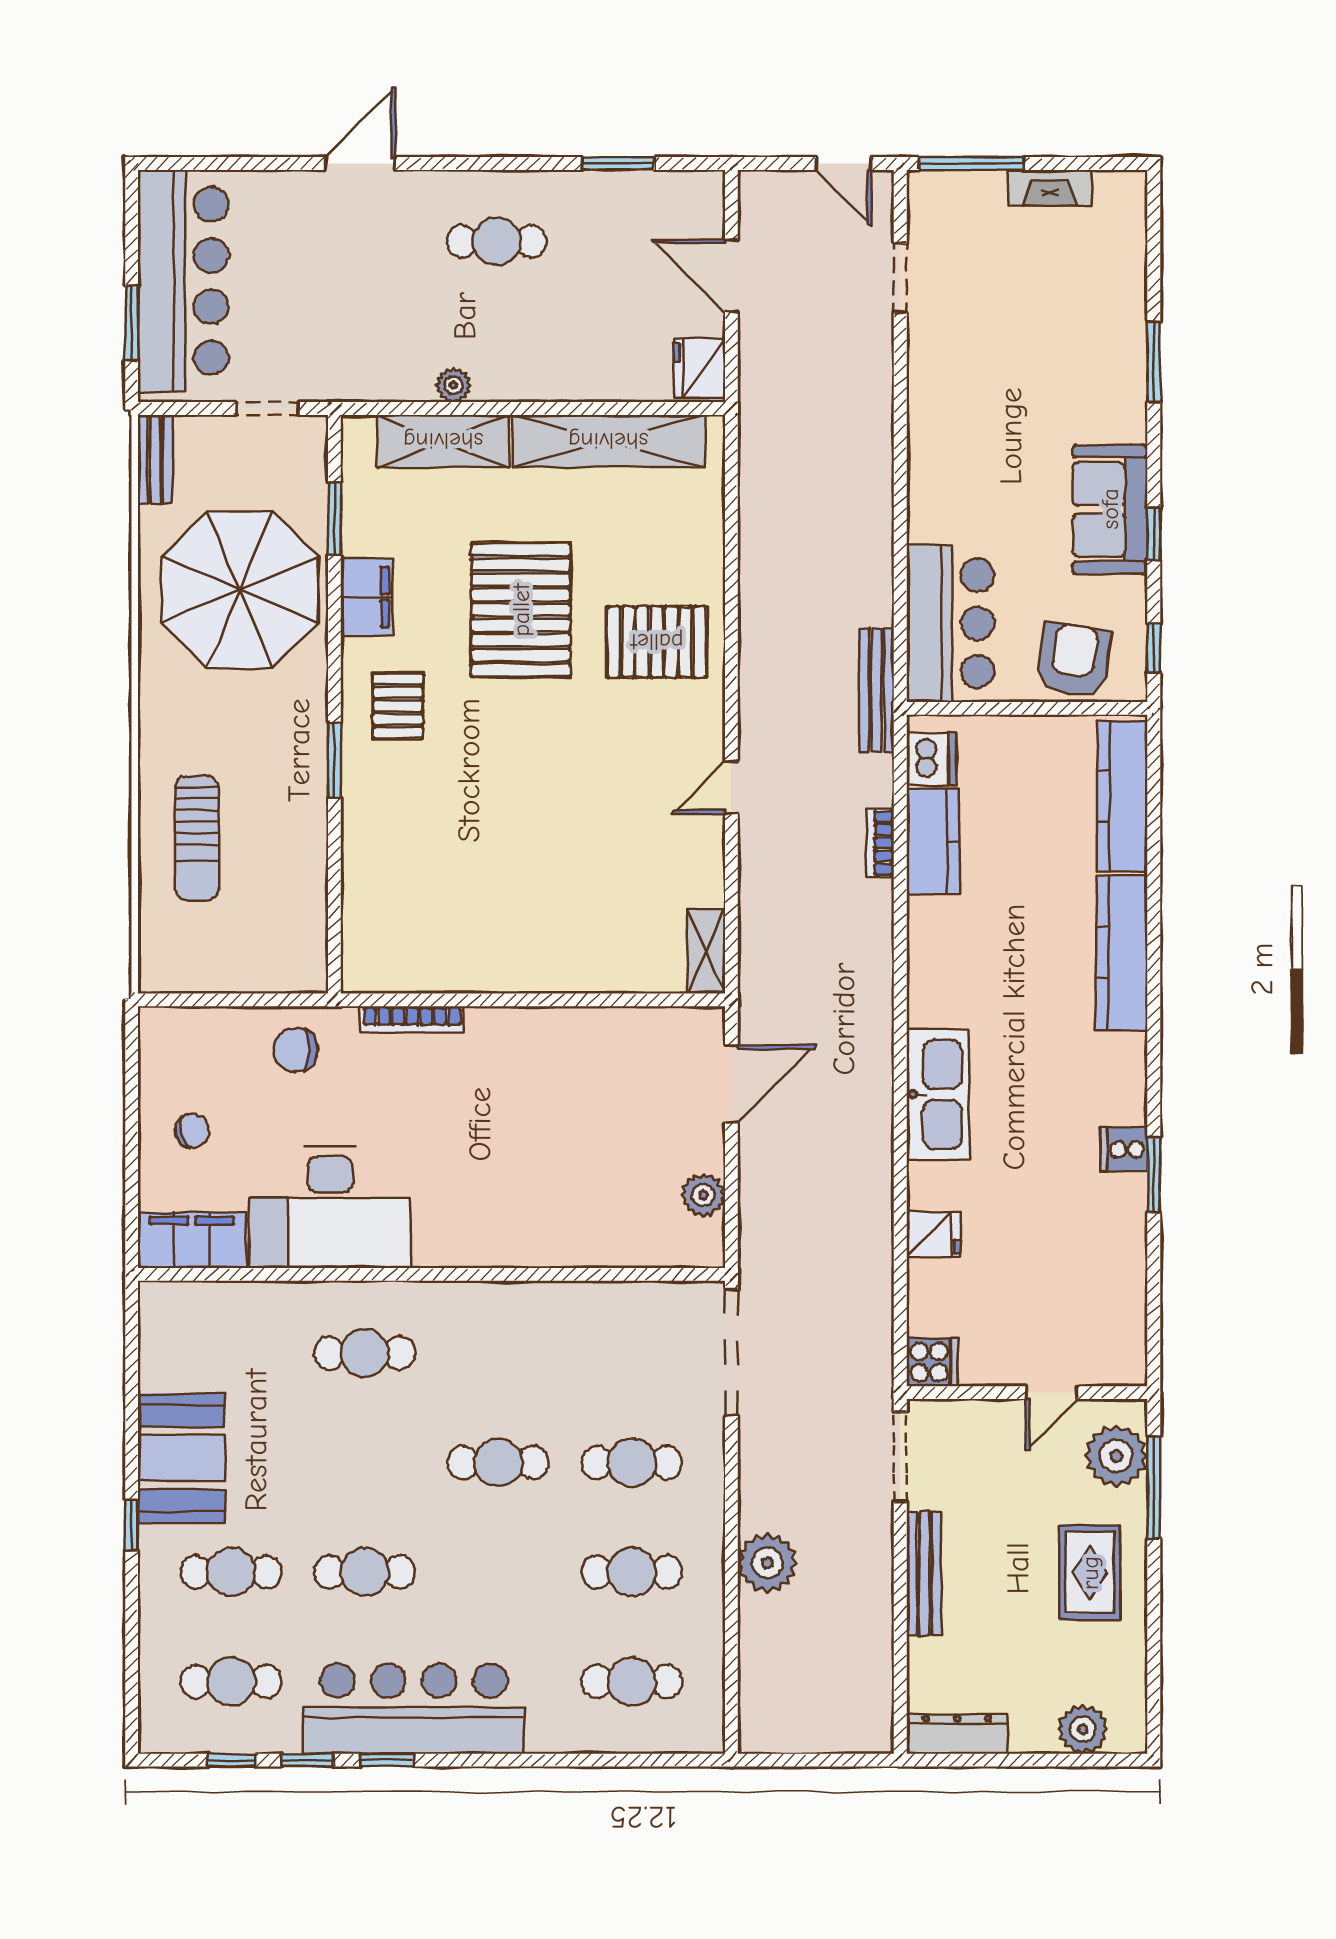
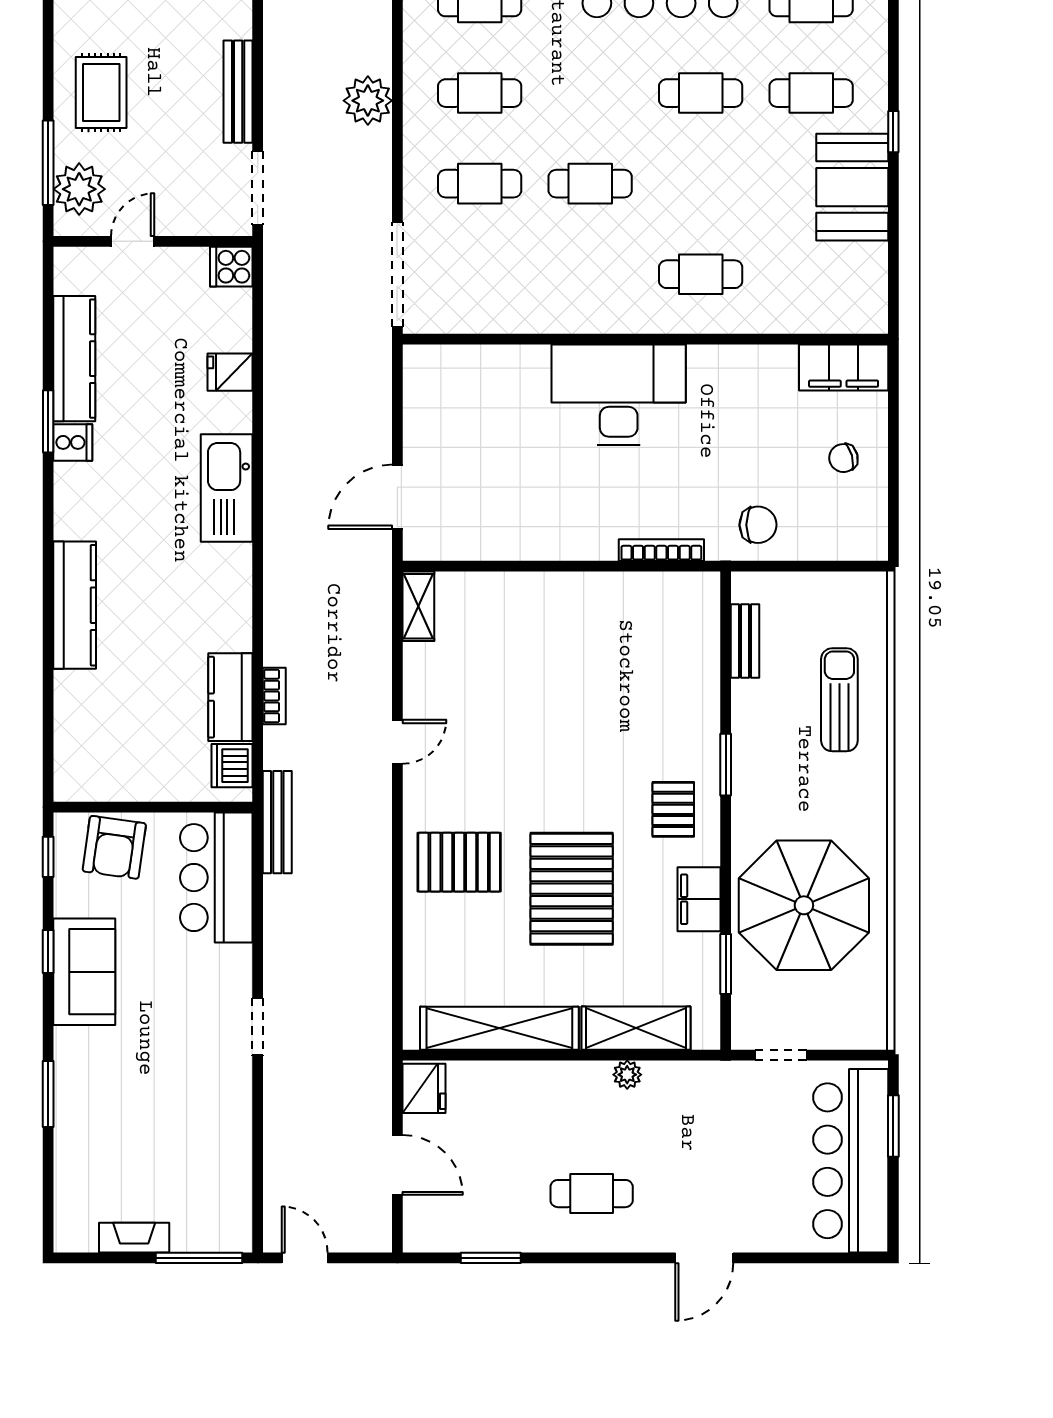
doorway: (900, 278) -> (258, 1026), moved
bench: (155, 459) -> (745, 641), moved
kitchen counter: (1122, 796) -> (74, 359), moved
plant: (703, 1195) -> (421, 405), removed
desk: (330, 1207) -> (619, 395), moved

